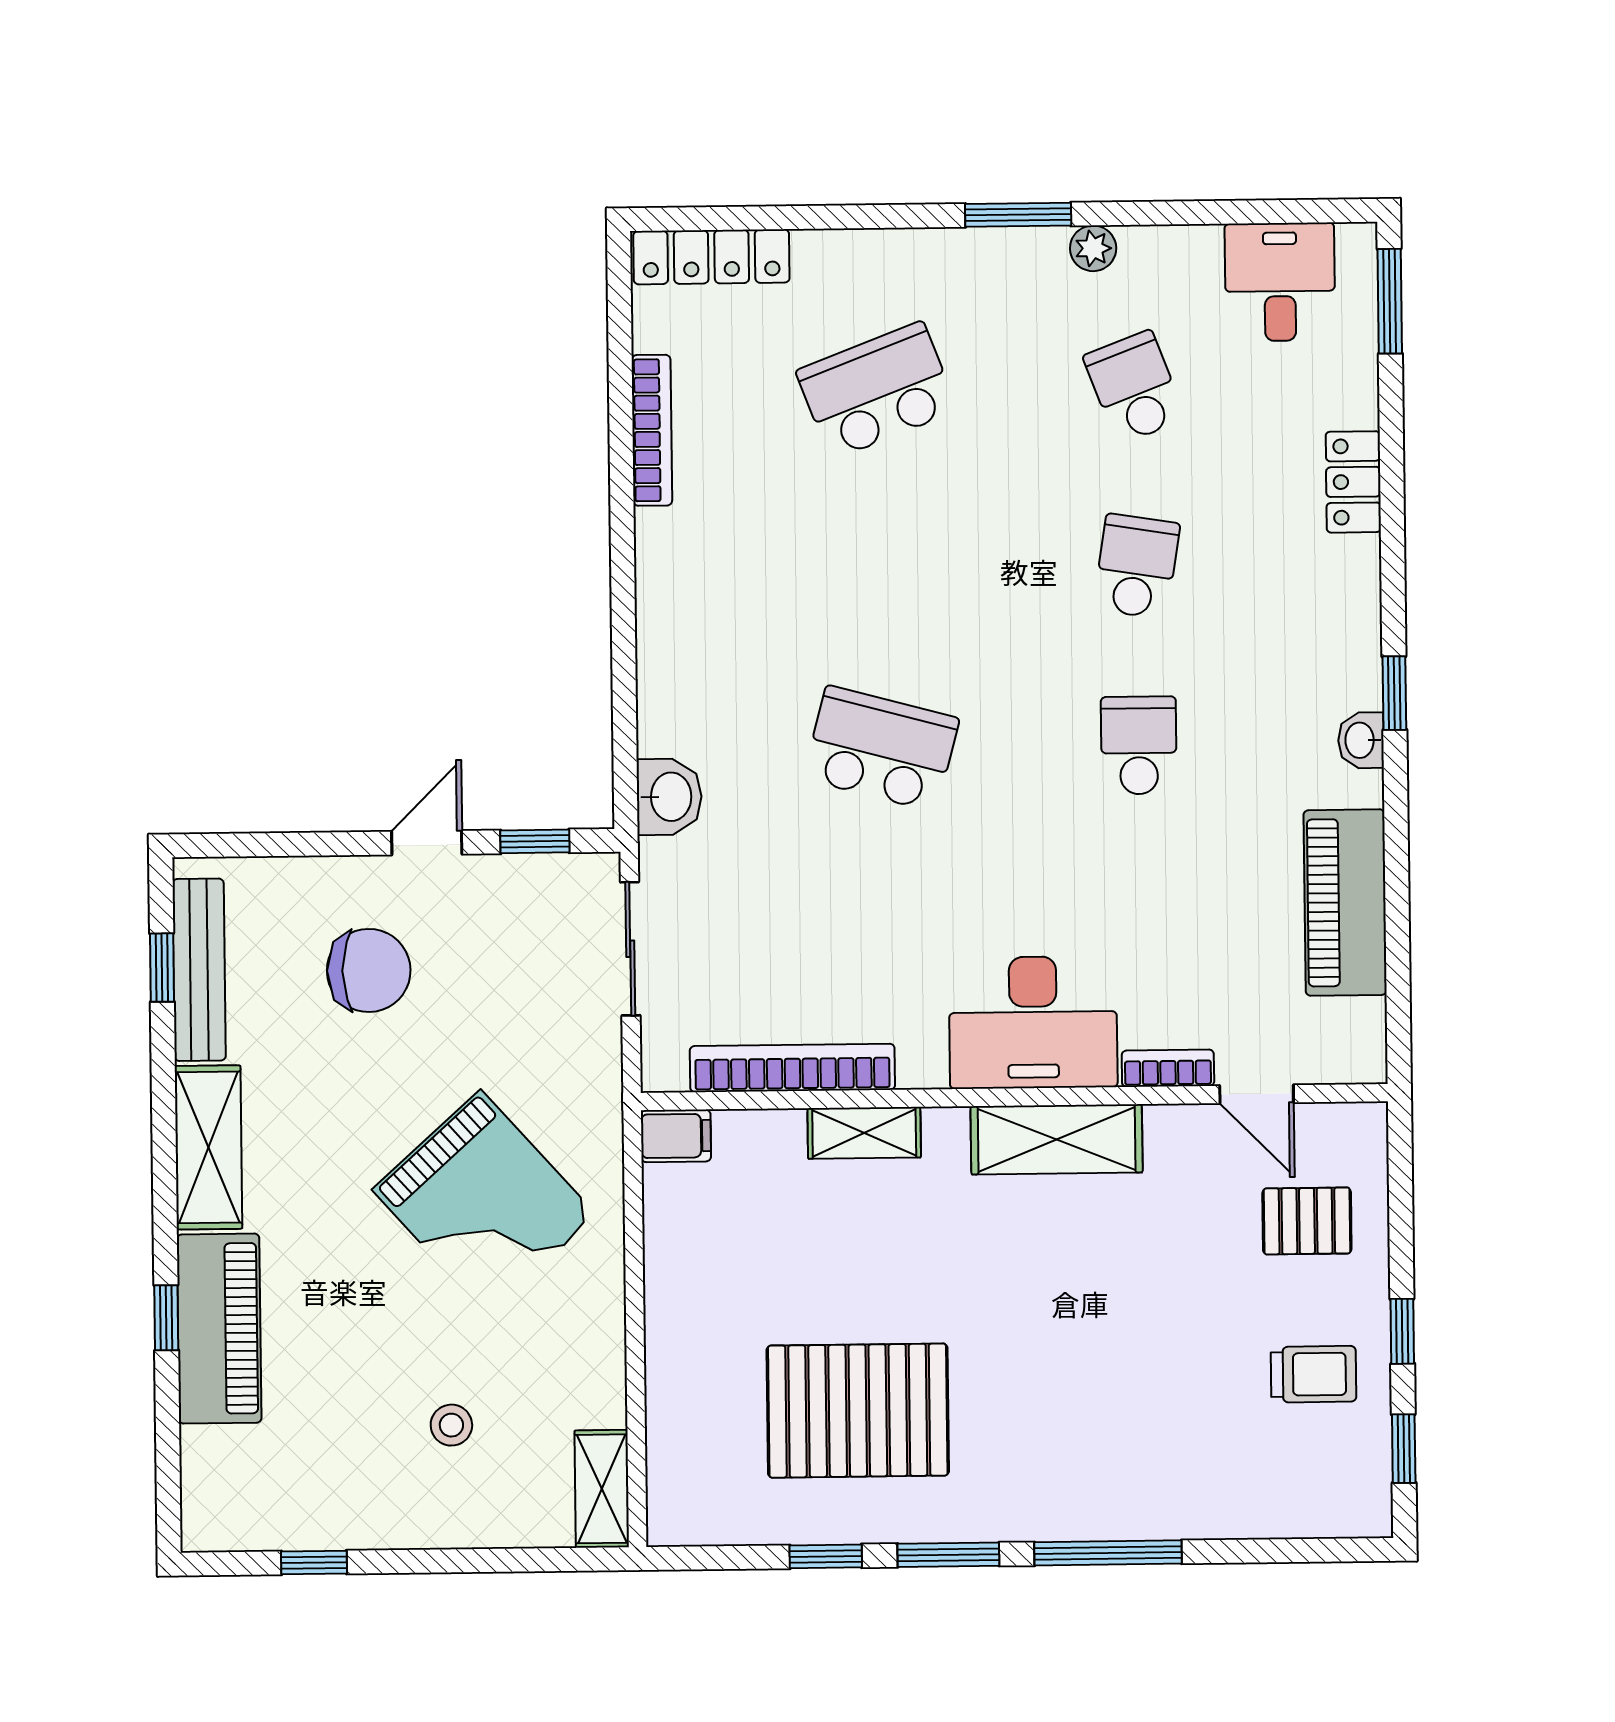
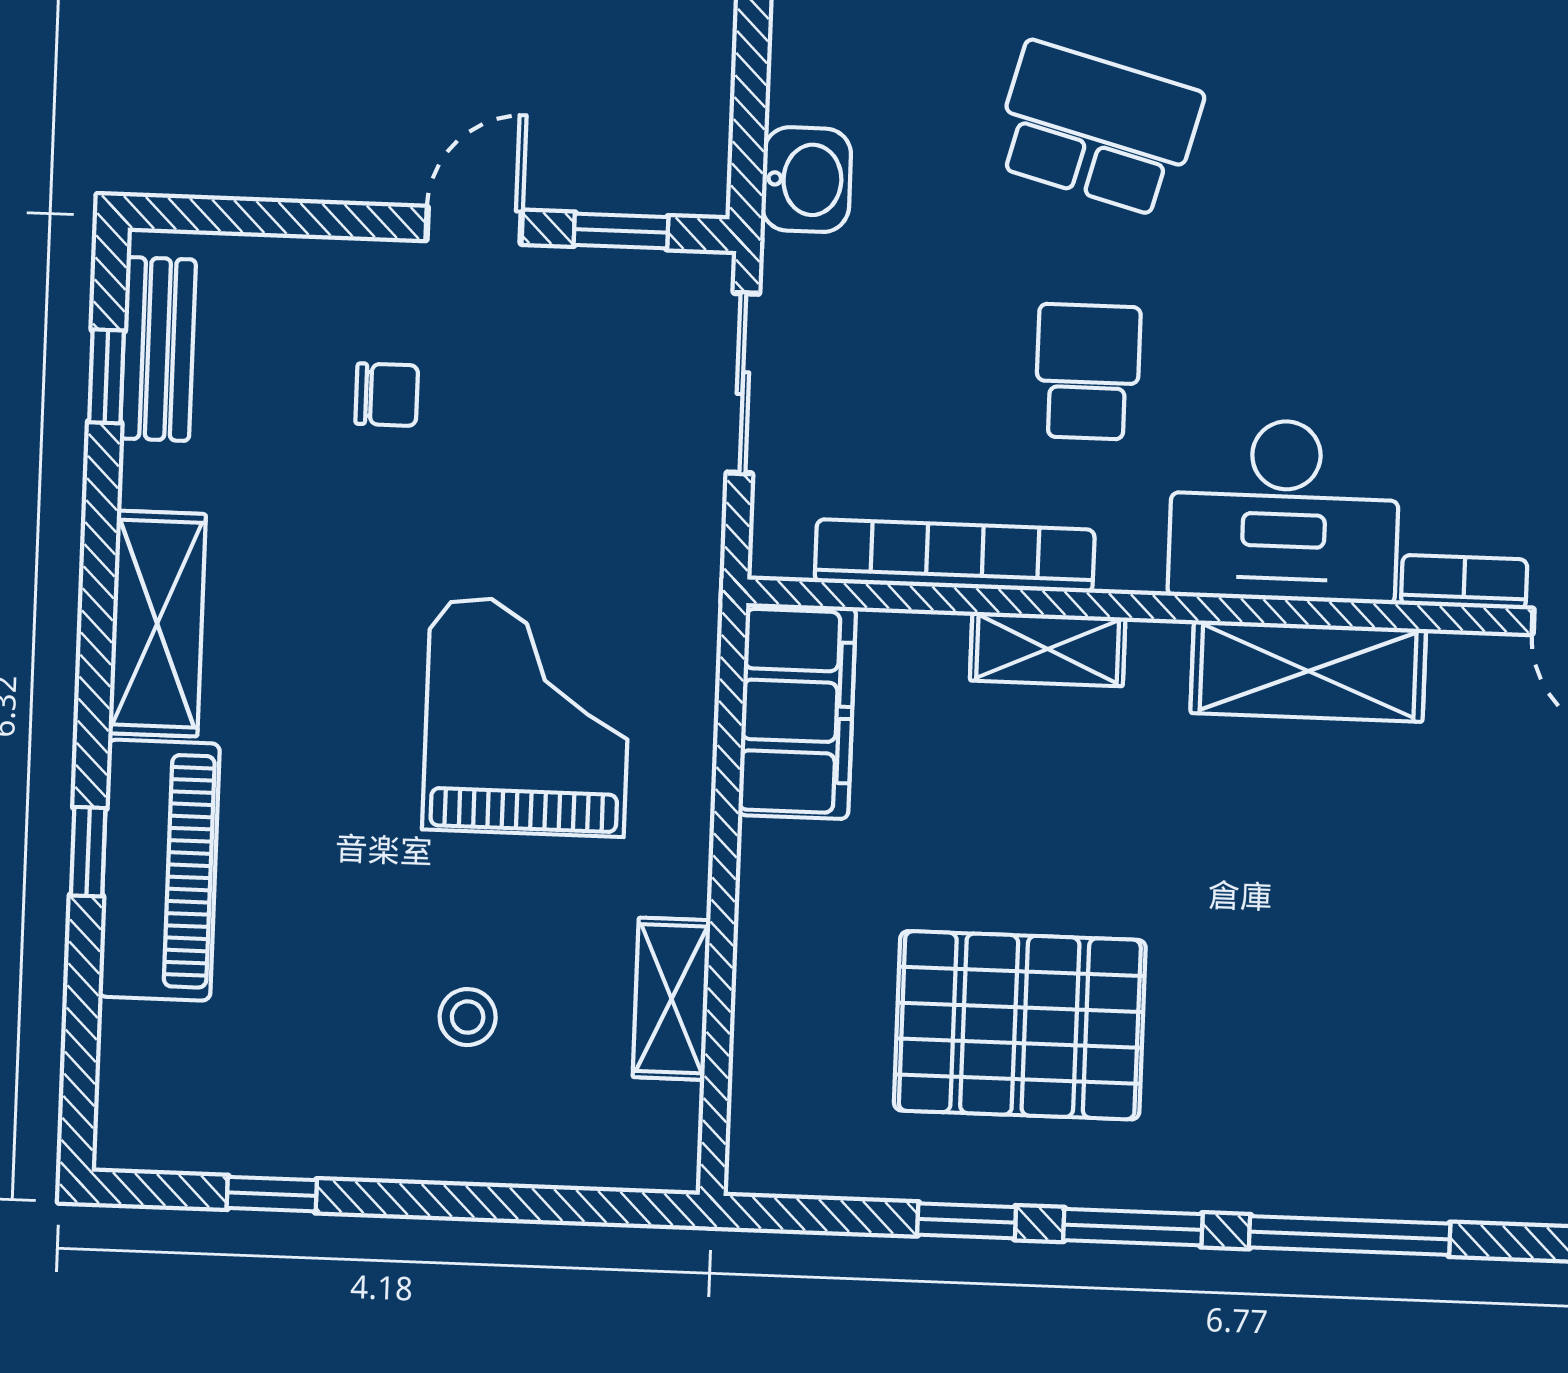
school desk: (1139, 745) -> (1088, 372), moved
bench: (199, 970) -> (158, 349), width x0.73
chair: (369, 970) -> (387, 395), width x0.54, depth x0.54
filing cabinet: (676, 1136) -> (797, 711), width x3.00, depth x1.17
grand piano: (484, 1202) -> (527, 717), turned -138
shelving: (602, 1489) -> (672, 999), moved

